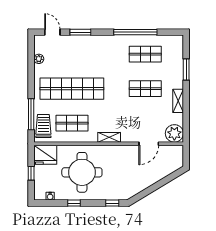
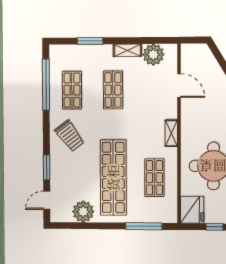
window: (135, 32) -> (46, 85), moved
plant: (39, 59) -> (83, 212), width x1.87, depth x1.87
trolley: (43, 126) -> (70, 136), moved, turned -127
plant: (174, 133) -> (153, 55), moved

